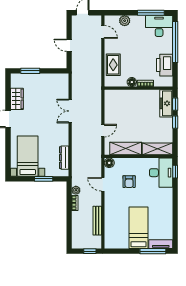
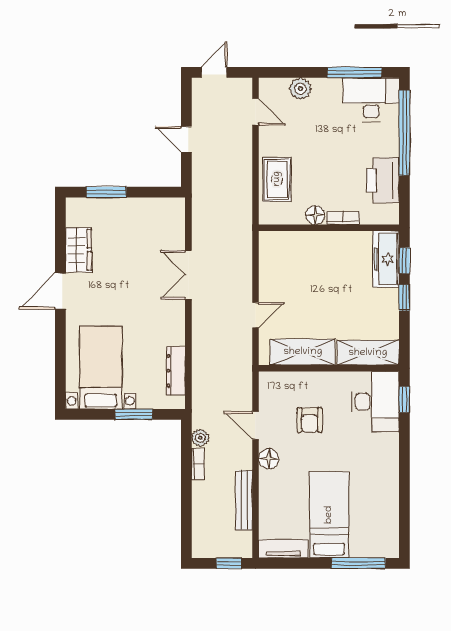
floor lamp: (109, 163) -> (269, 459), moved
tv unit: (161, 244) -> (284, 549), moved

